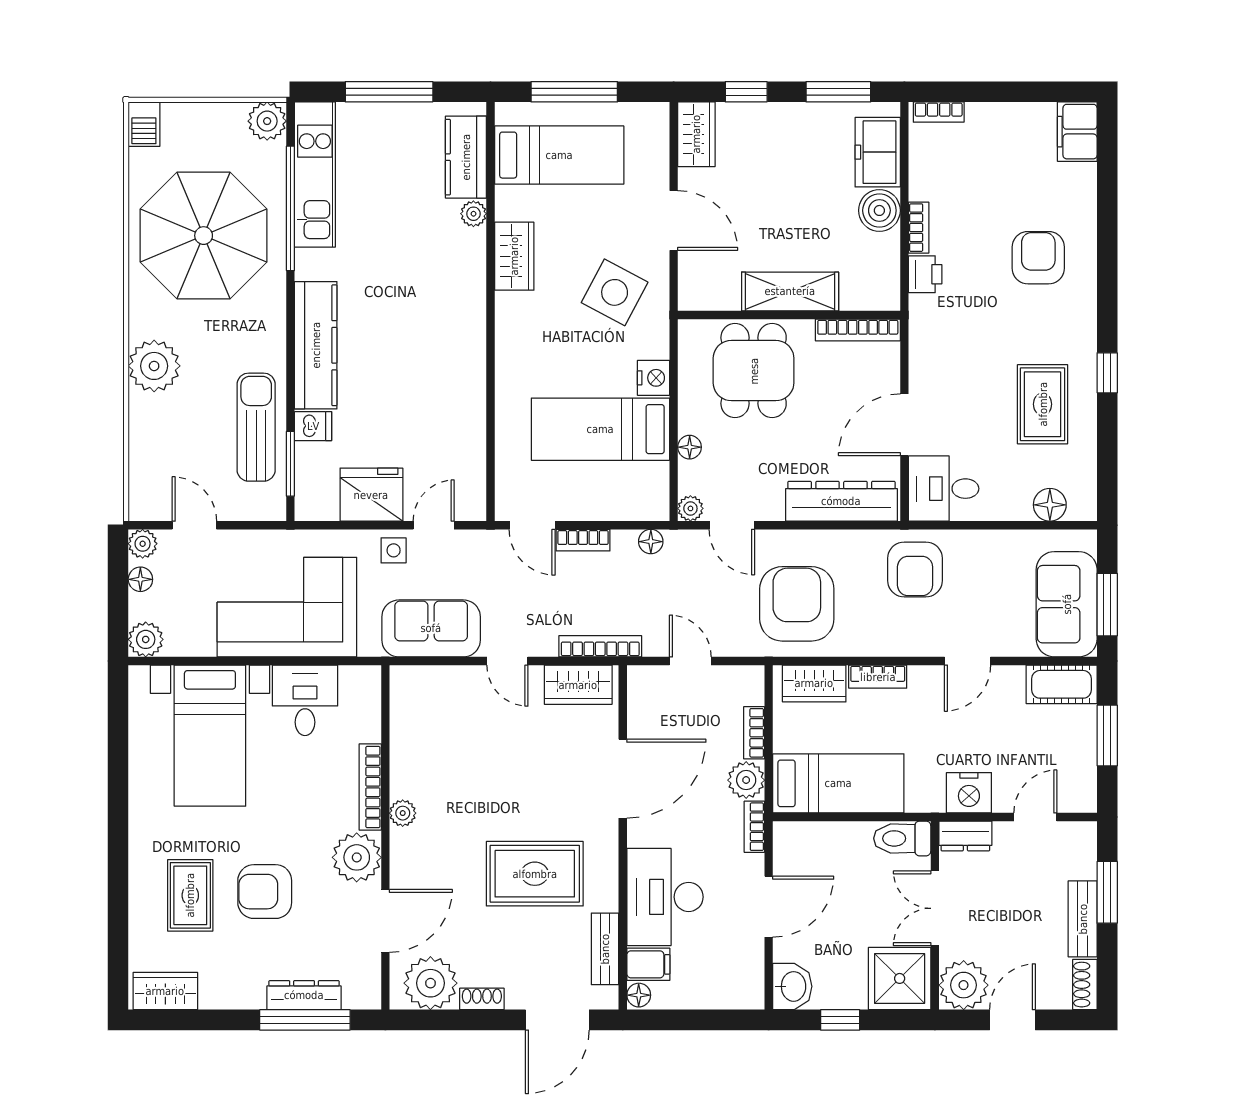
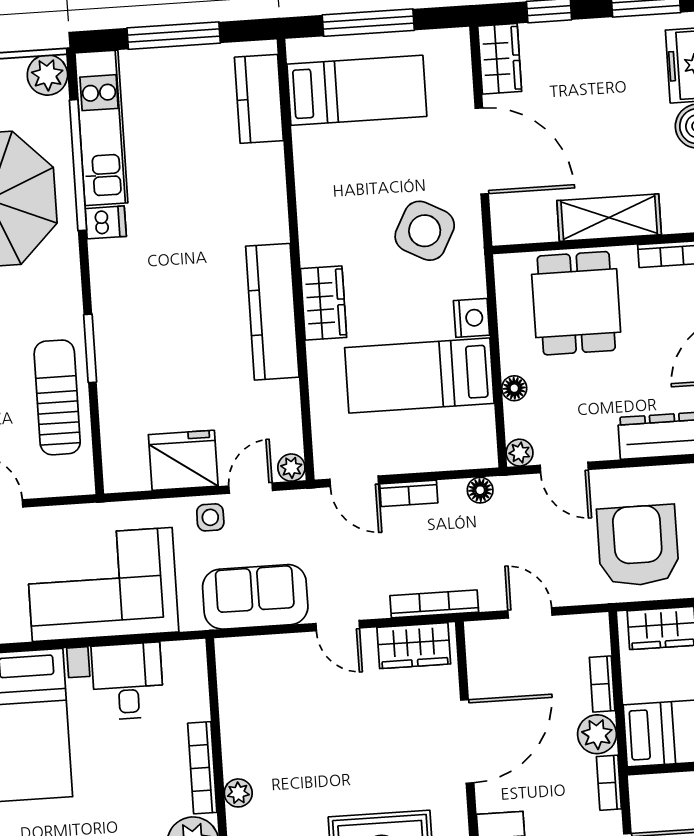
plant: (473, 214) -> (291, 468), moved
door: (674, 221) -> (482, 151), width x1.36
wardrobe: (514, 256) -> (324, 303), moved
kitchen counter: (316, 345) -> (272, 312), moved, turned 180
dishwasher: (313, 426) -> (106, 222), moved
window: (290, 464) -> (90, 348), moved

